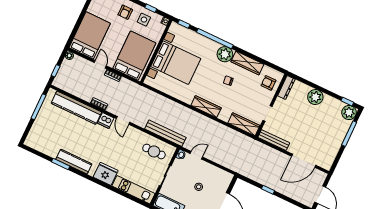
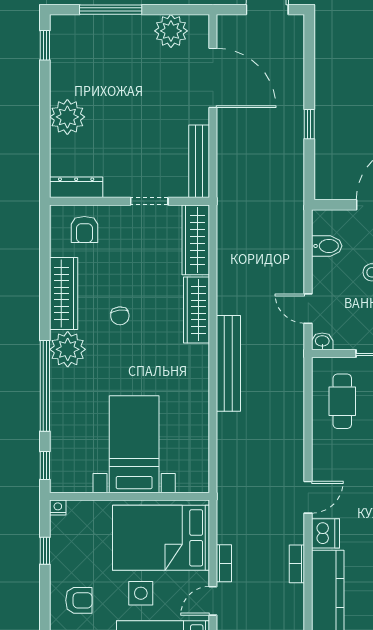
side table: (144, 20) -> (141, 593), moved
bed with nightstands: (176, 63) -> (134, 444), width x0.73
wardrobe: (206, 107) -> (196, 310), moved
plant: (349, 113) -> (171, 31), moved
bench: (165, 133) -> (228, 363), moved
bidet: (217, 174) -> (327, 246), added

